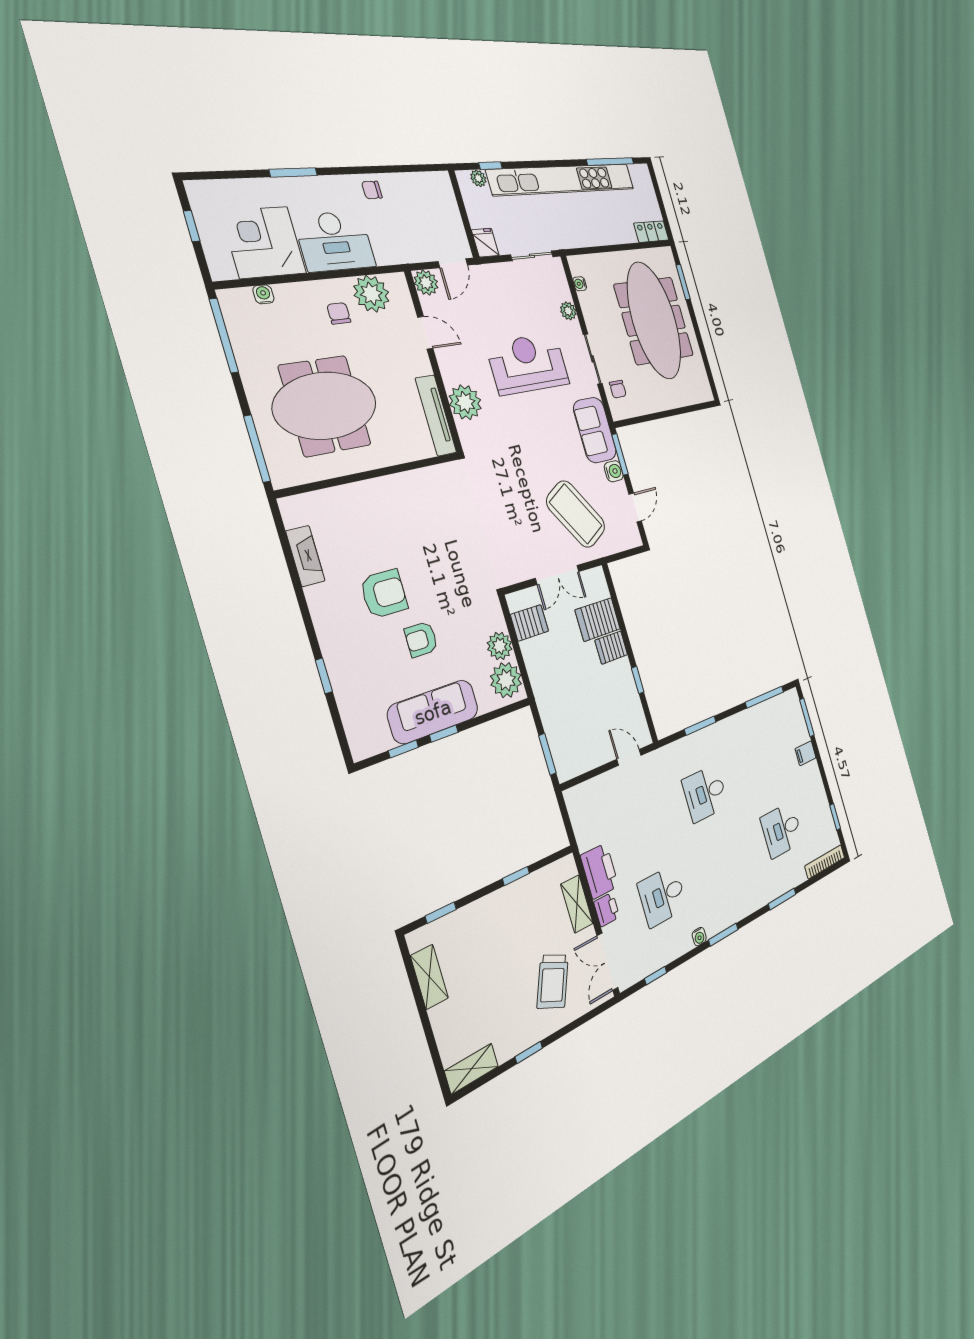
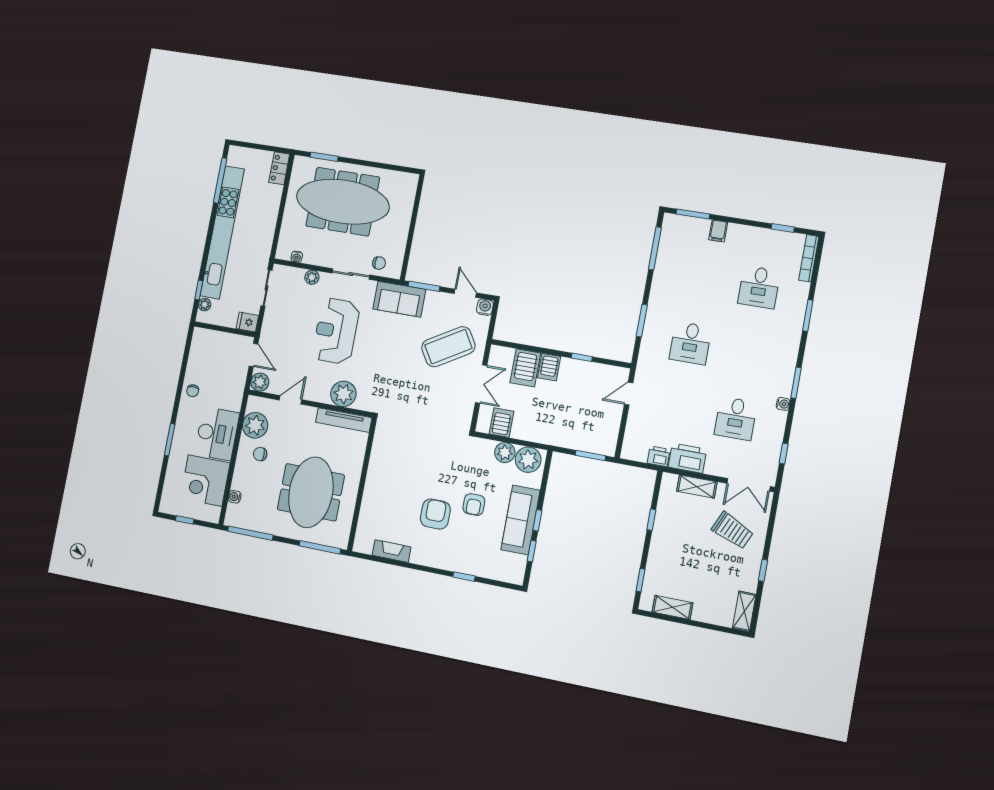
water cooler: (614, 471) -> (485, 307), moved
printer: (607, 910) -> (659, 456), moved

